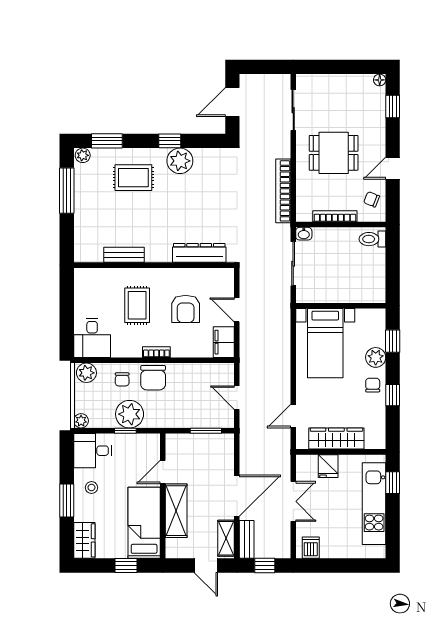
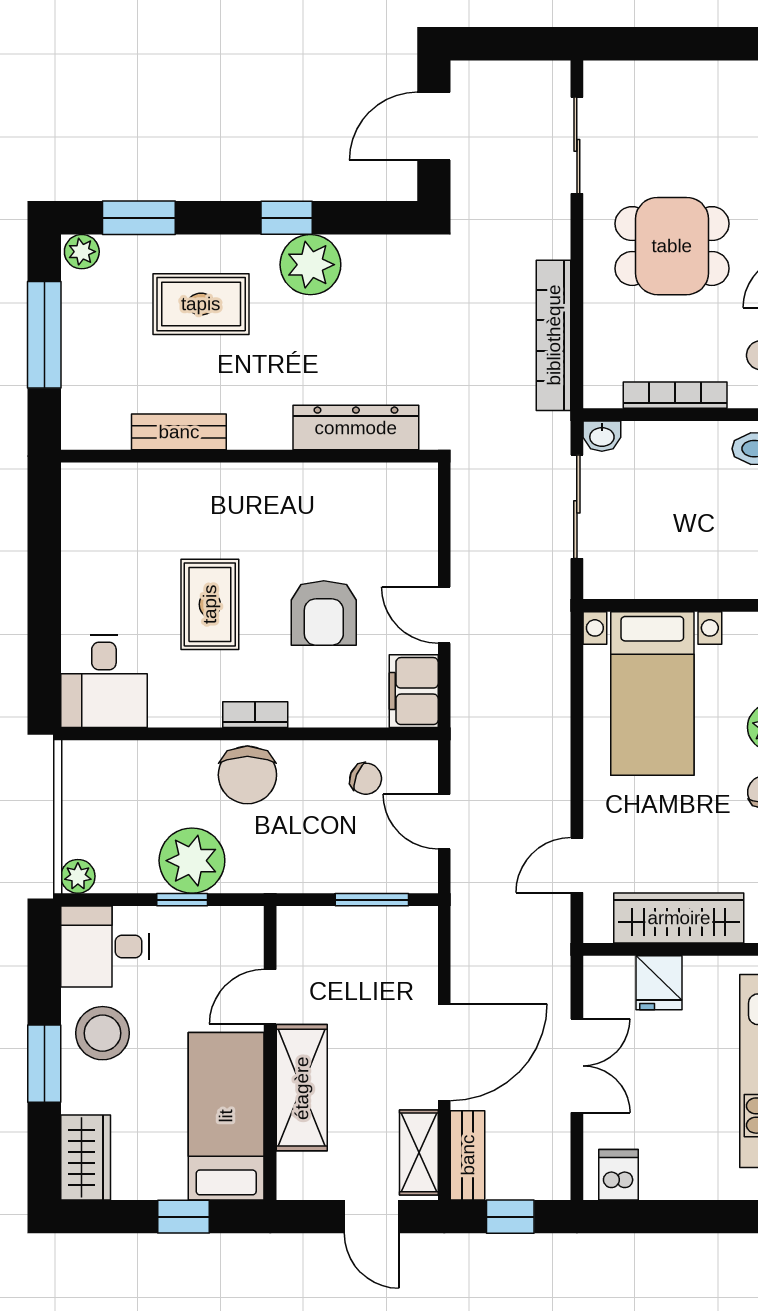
dresser: (199, 253) -> (356, 428), moved
bench: (124, 255) -> (179, 432), moved
wall: (154, 265) -> (249, 456), moved
plant: (86, 373) -> (91, 763), removed
chair: (122, 379) -> (366, 779), moved, turned -68
stool: (91, 488) -> (103, 1033), width x1.89, depth x1.89

